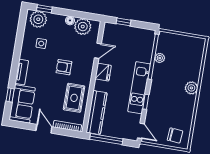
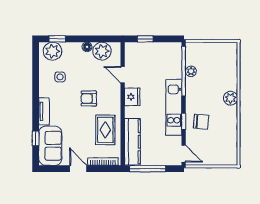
door: (98, 51) -> (123, 75), swing flipped
chair: (175, 136) -> (201, 122), moved

